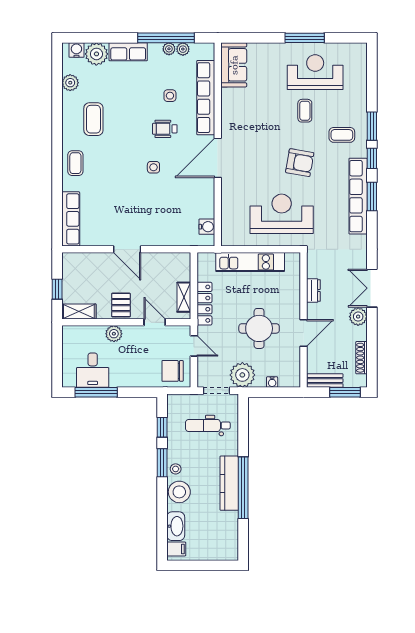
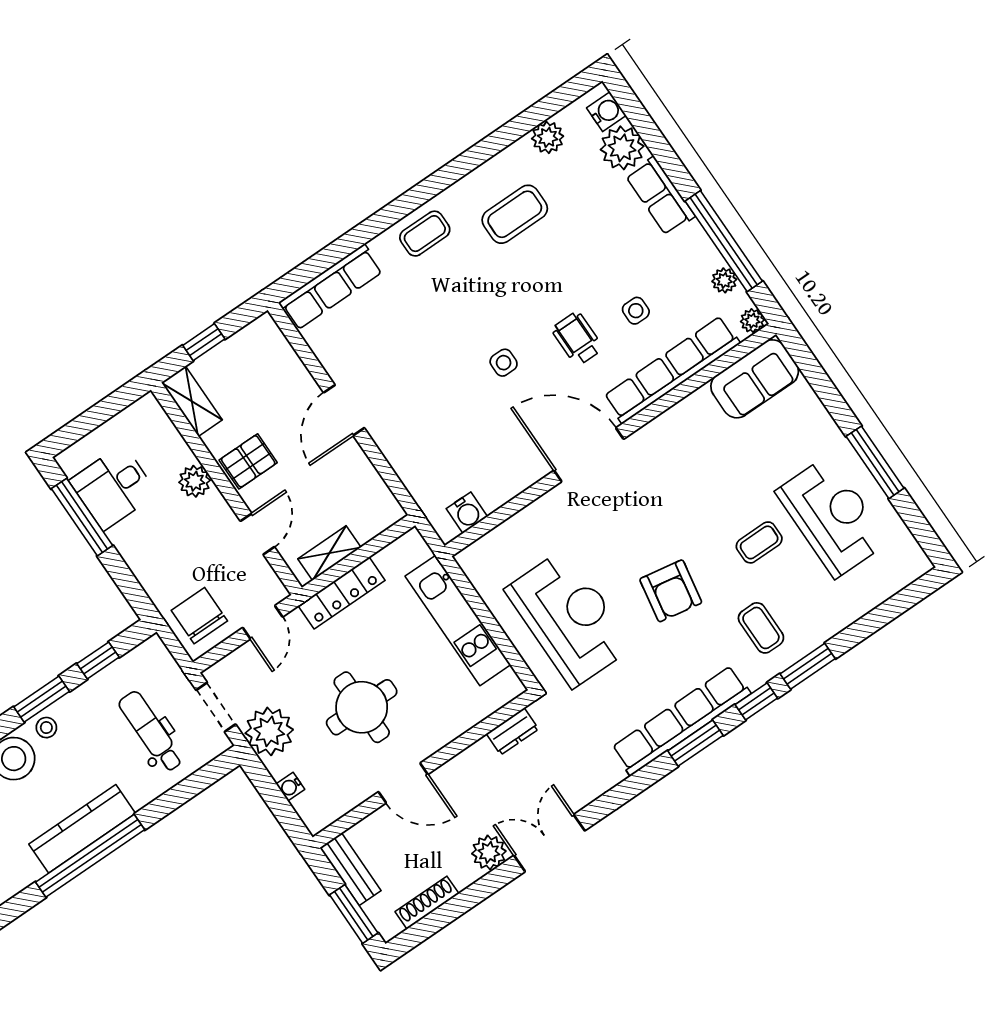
plant: (169, 49) -> (752, 321), moved
dresser: (313, 291) -> (512, 731), moved

